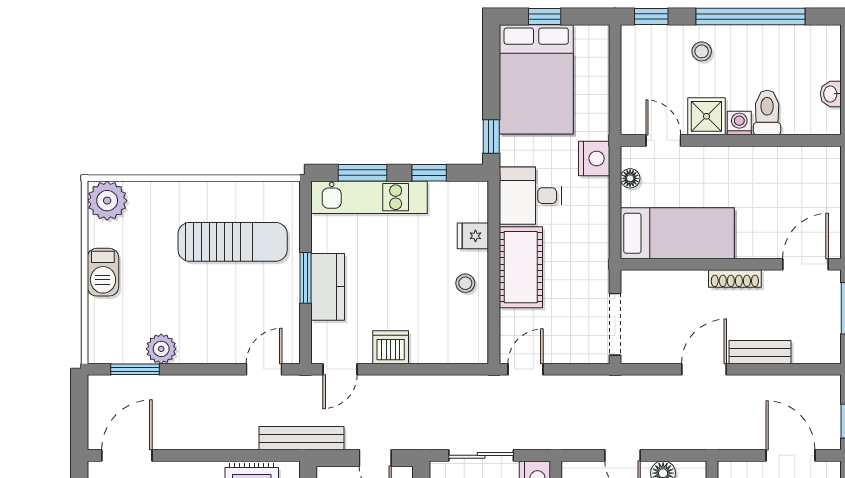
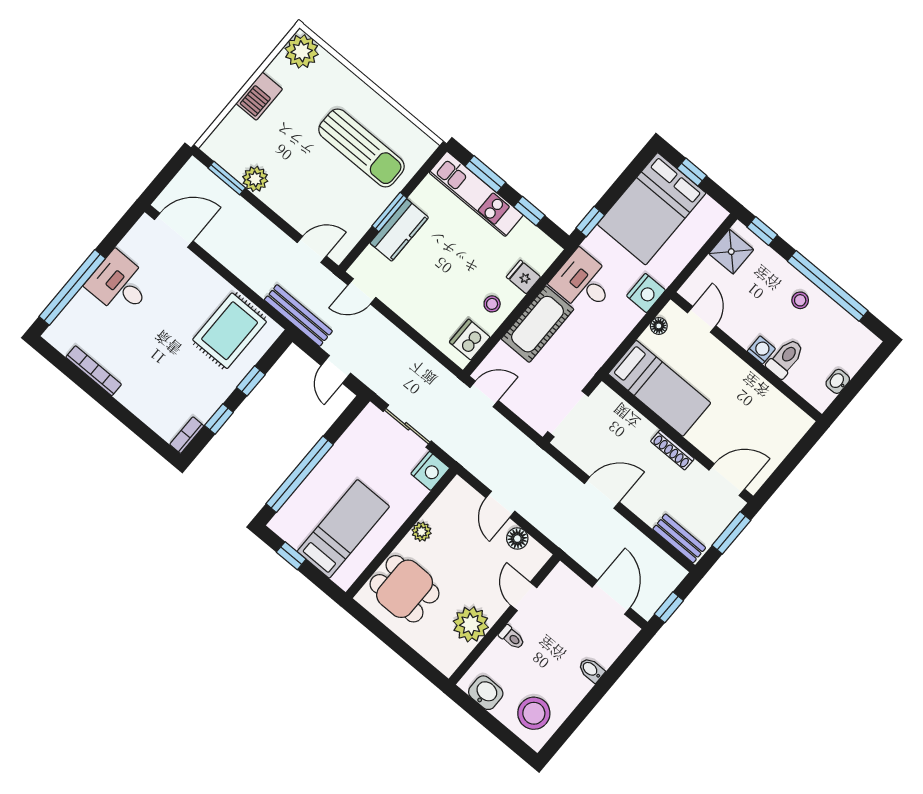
stool: (702, 51) -> (800, 300), moved
shower: (706, 116) -> (731, 252), moved
dishwasher: (391, 347) -> (470, 340), moved, turned -90
bench: (760, 352) -> (679, 538), moved

